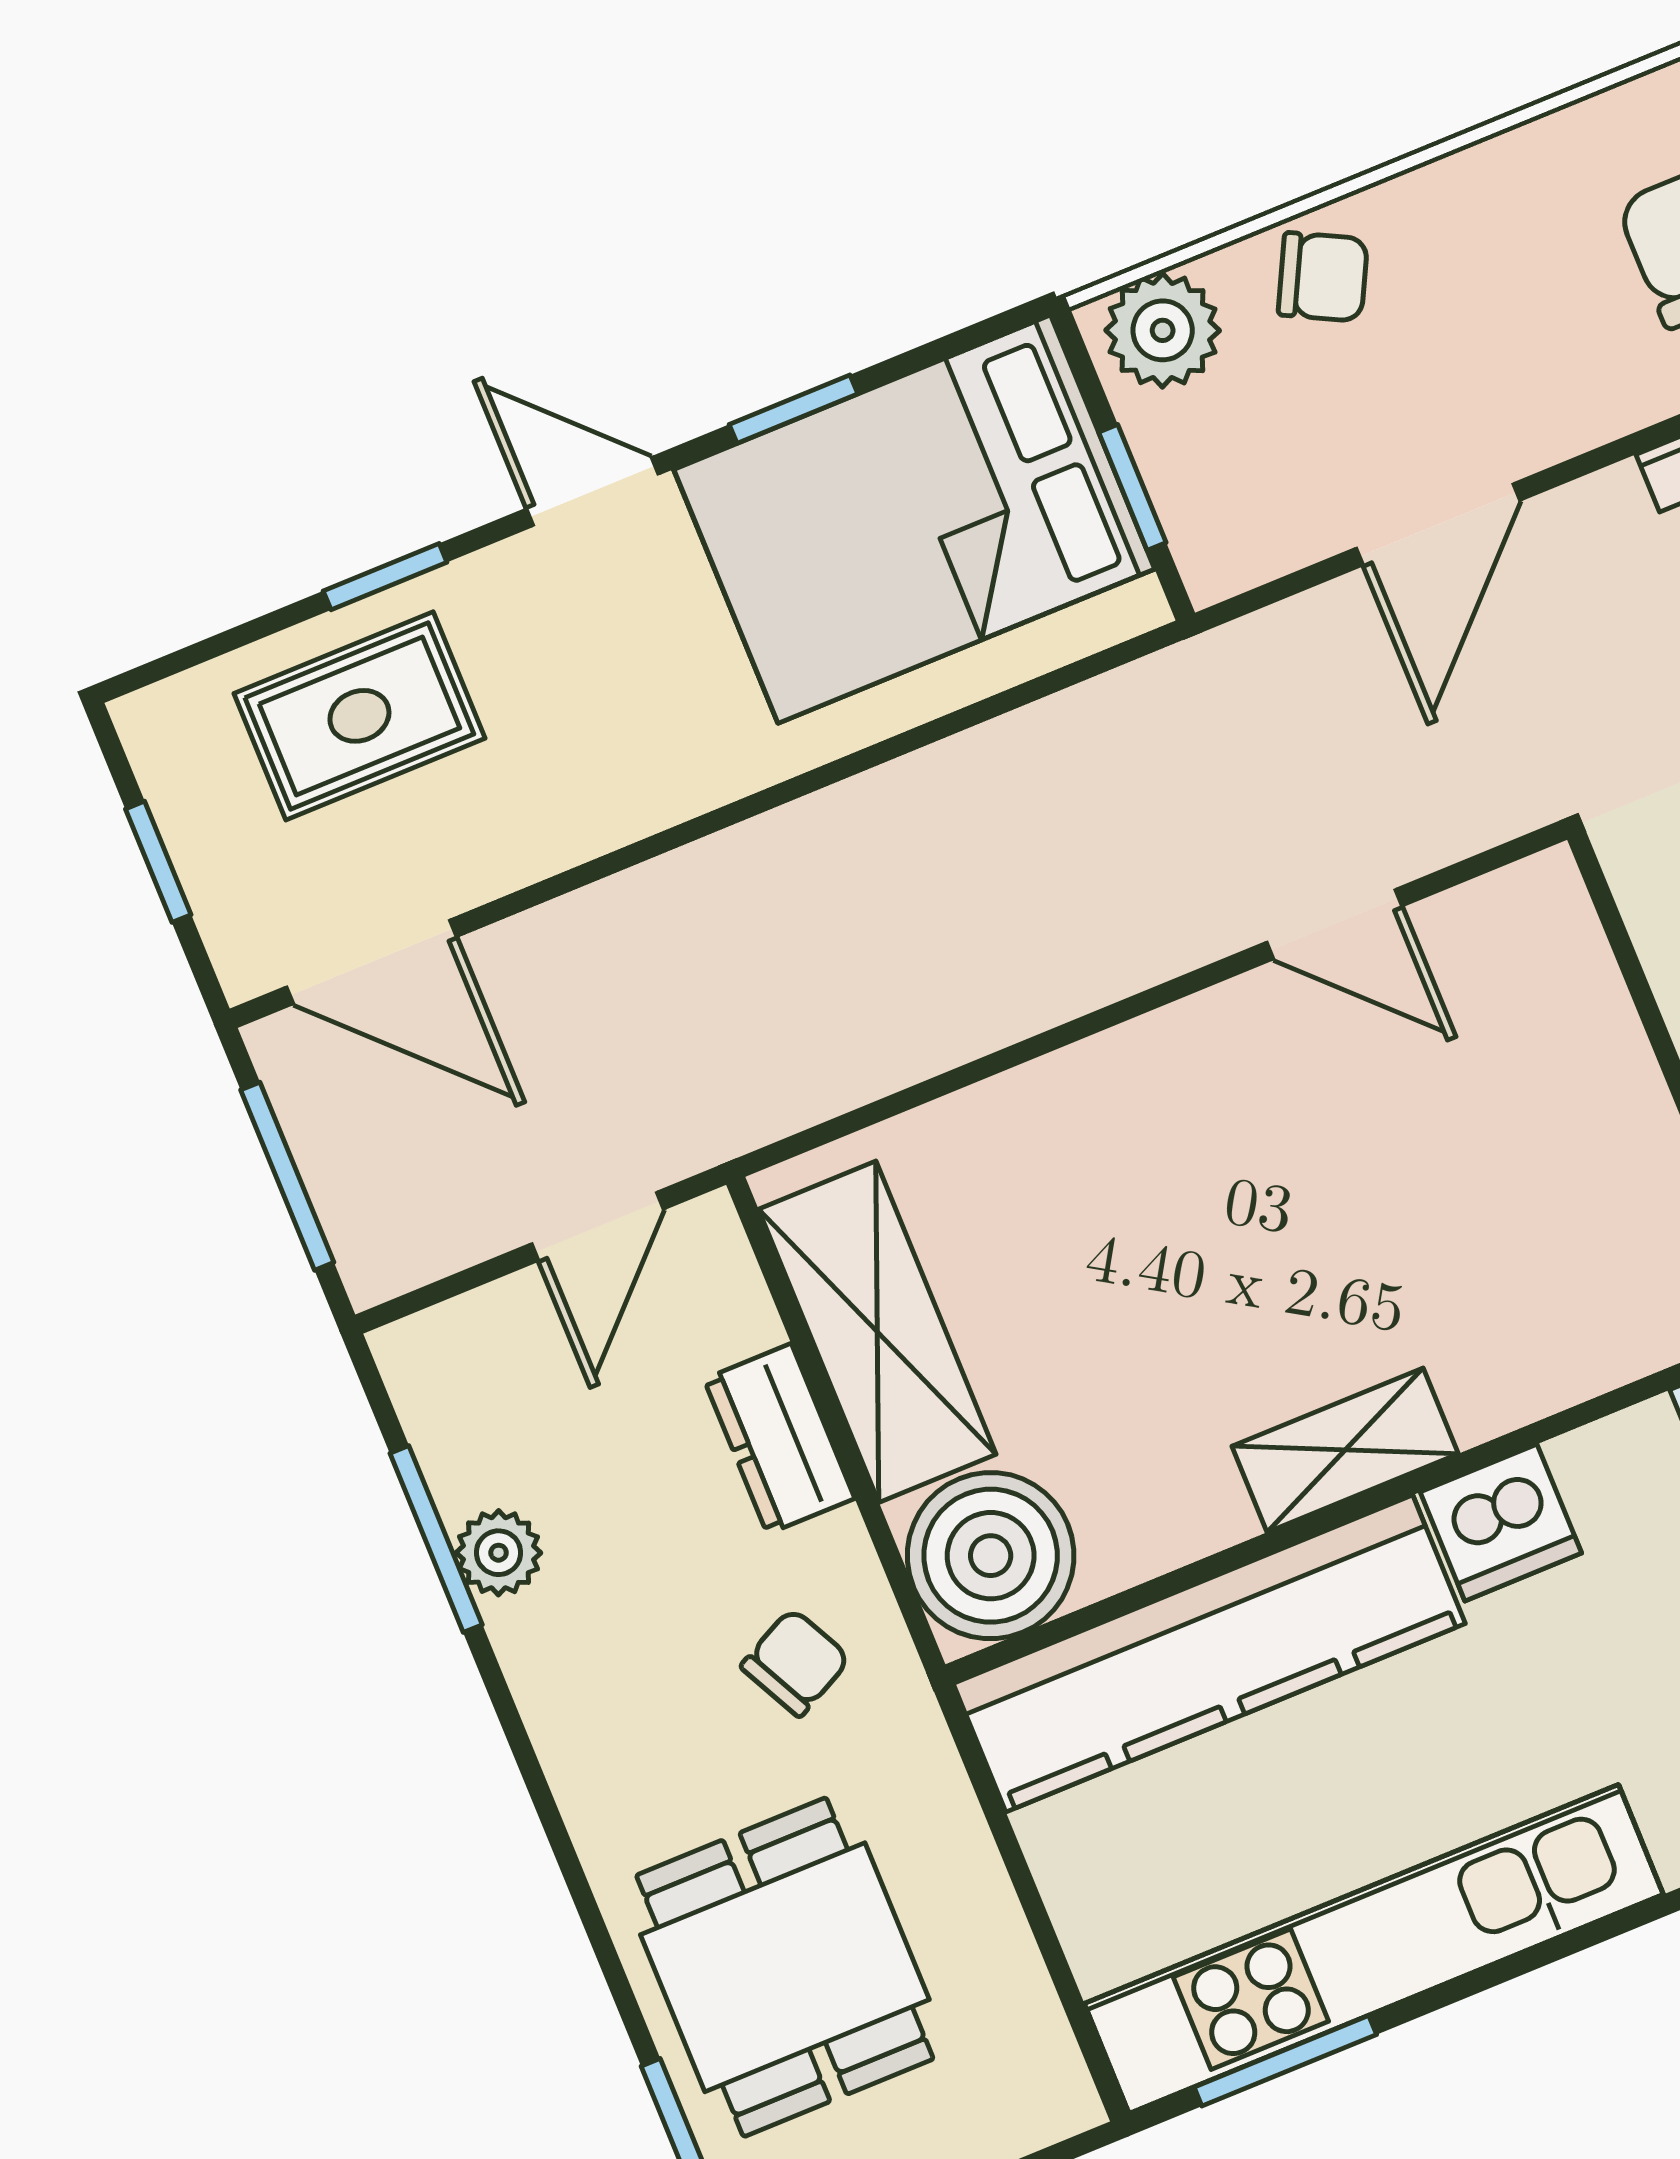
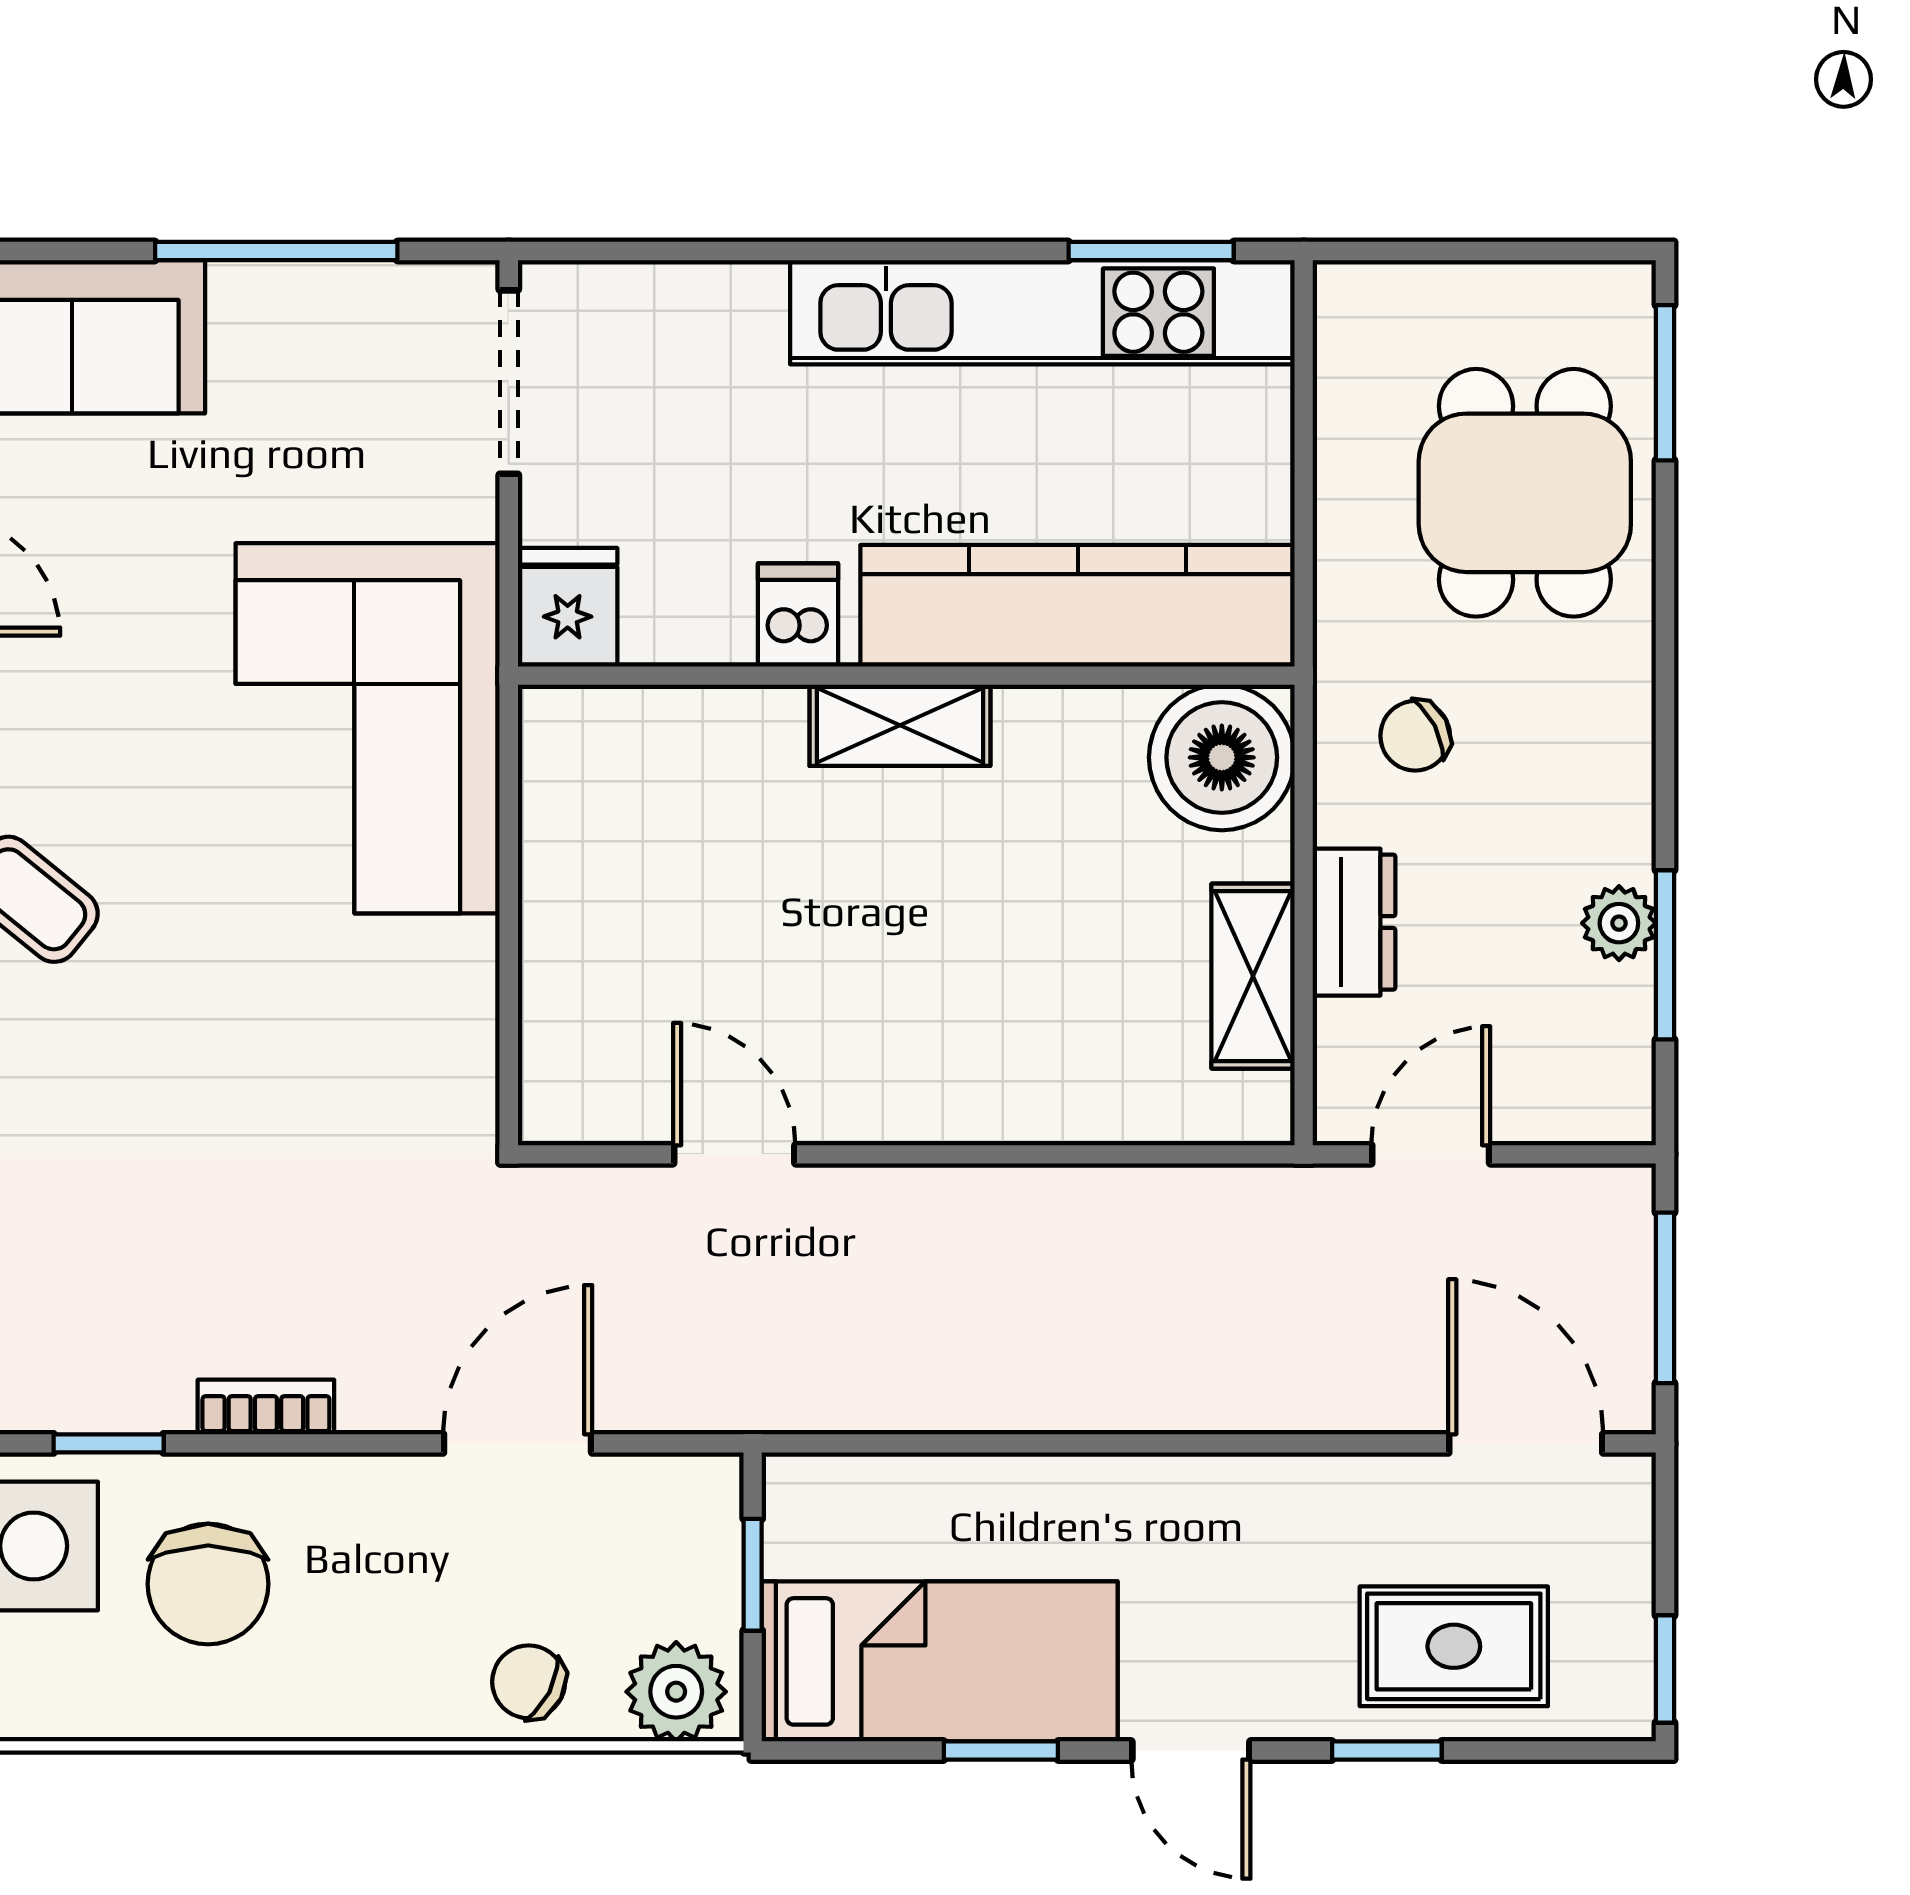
bed: (914, 519) -> (940, 1661), width x0.67
window: (158, 862) -> (1665, 1669), moved
shelving: (877, 1332) -> (1253, 976), width x0.67, depth x0.75
dishwasher: (1501, 1523) -> (798, 615), width x0.73

